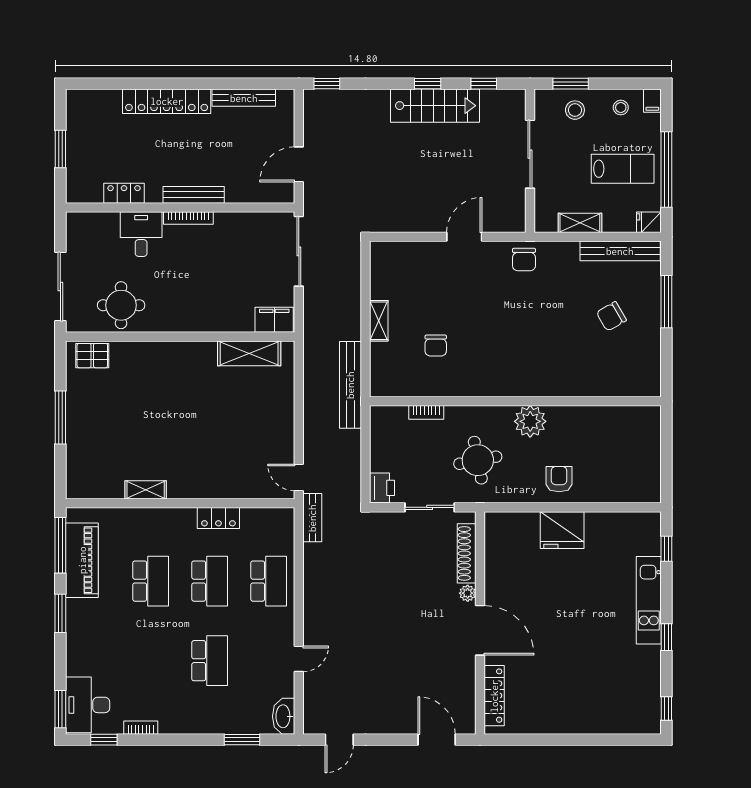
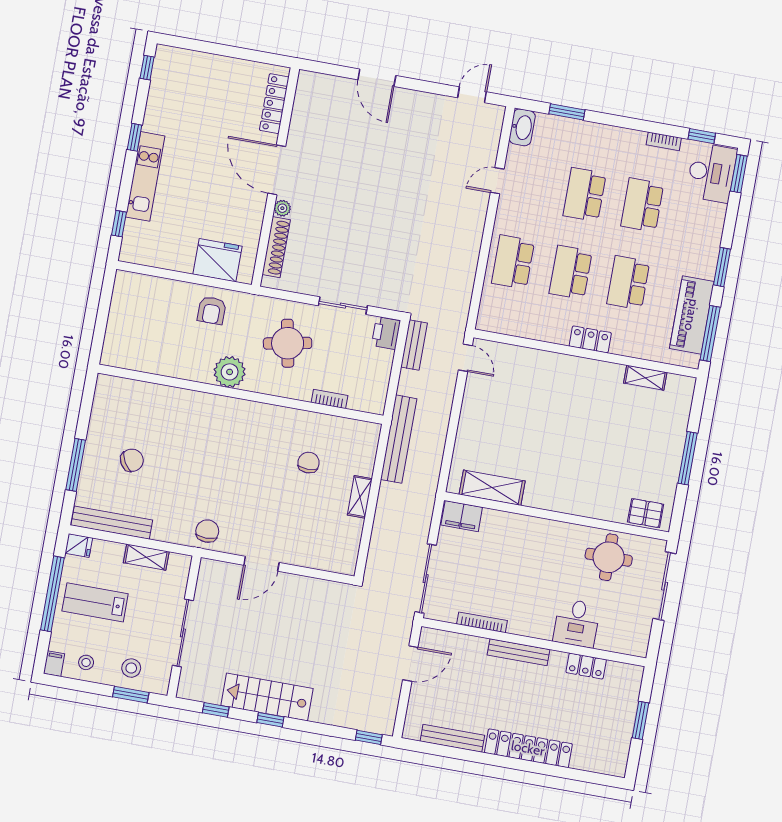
bookcase: (188, 218) -> (482, 622), moved
shelving: (146, 490) -> (645, 378), moved
locker: (218, 518) -> (590, 339), moved
bench: (312, 518) -> (414, 345), moved
shoe rack: (467, 553) -> (276, 247), moved
plant: (468, 593) -> (282, 208), moved
wall: (480, 623) -> (275, 177), moved
door: (480, 630) -> (277, 170), moved
school desk: (151, 661) -> (642, 205), added
locker: (494, 696) -> (274, 104), moved

